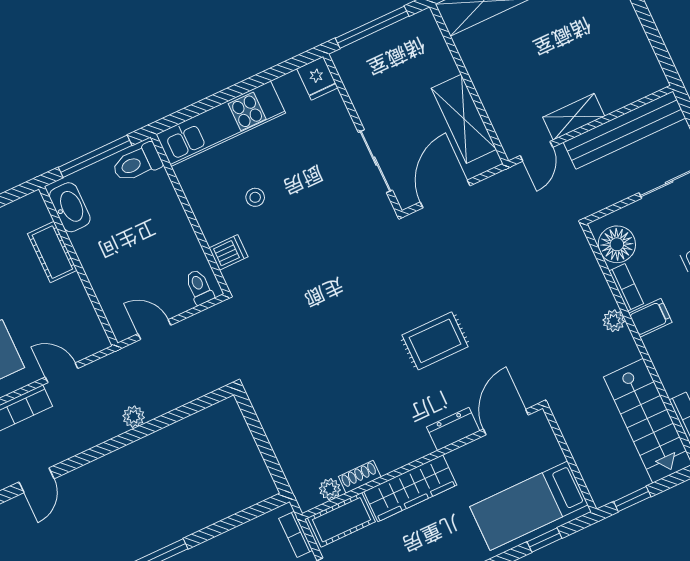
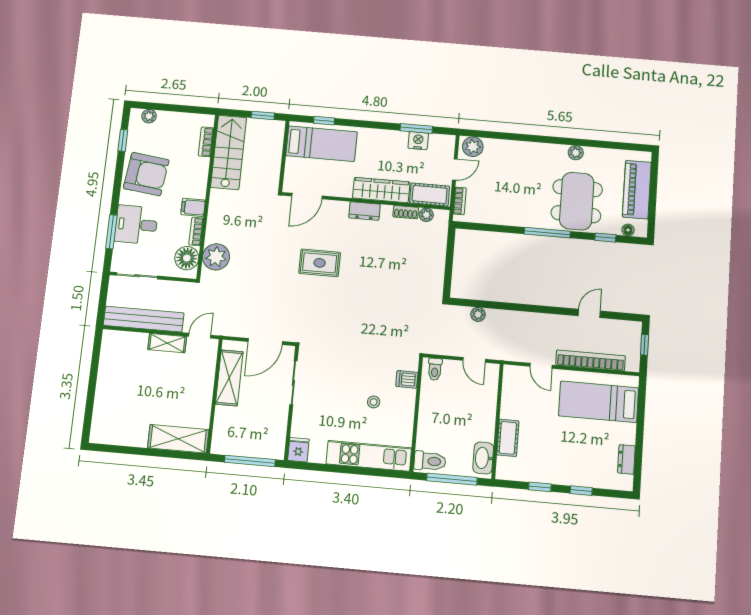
plant: (614, 321) -> (216, 257), moved, width x1.88, depth x1.88
plant: (134, 417) -> (478, 314), moved
dresser: (453, 429) -> (364, 211), moved

